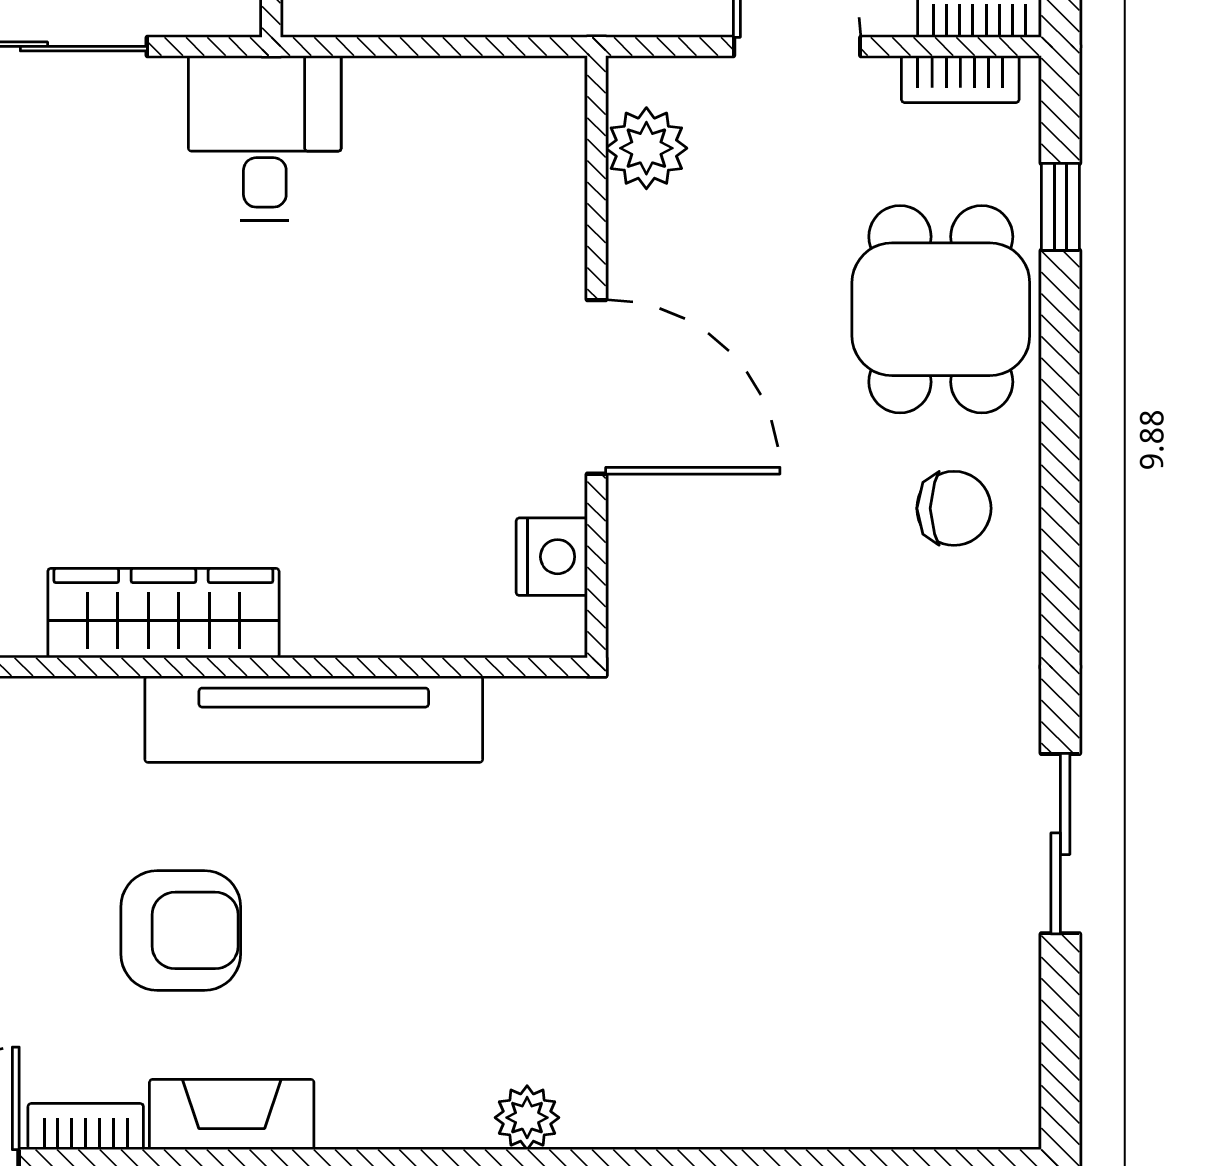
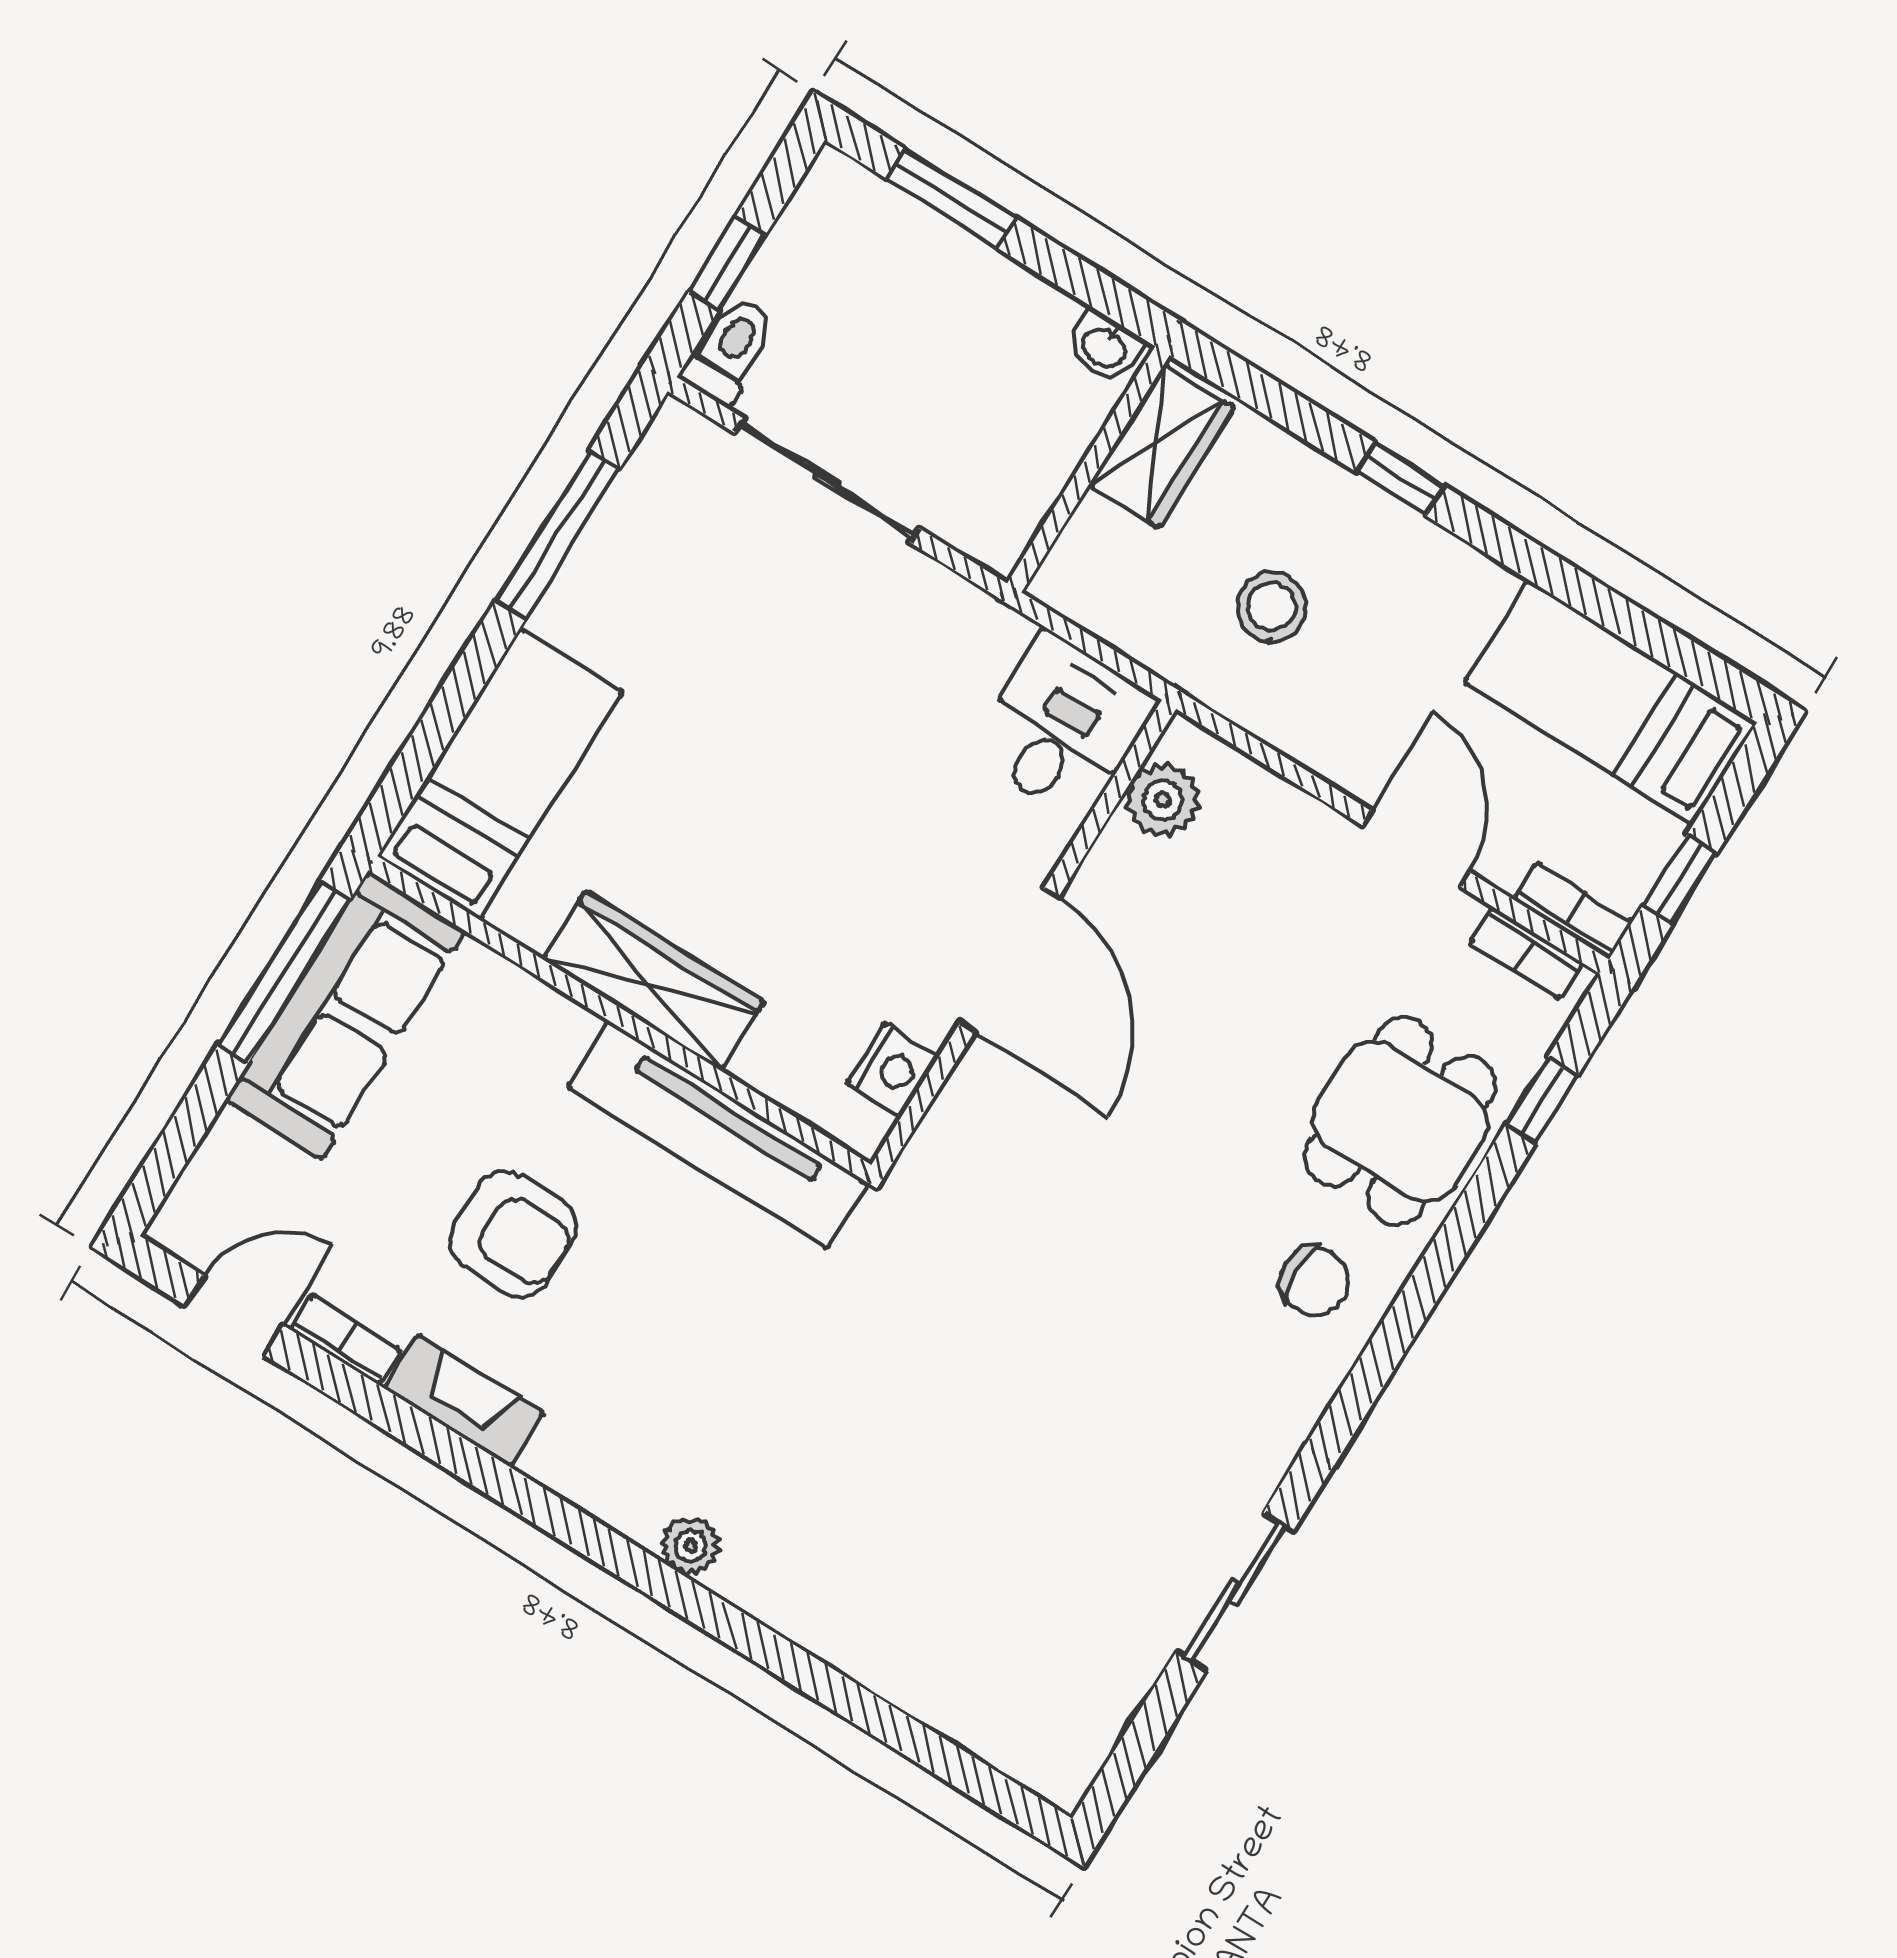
desk: (265, 138) -> (1063, 727), moved
plant: (646, 148) -> (1163, 800), moved
wall: (597, 357) -> (1024, 937), moved
door: (597, 387) -> (1009, 960), moved
nightstand: (552, 557) -> (893, 1070), moved

